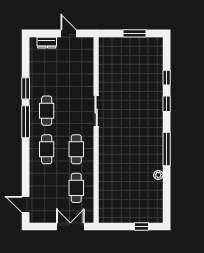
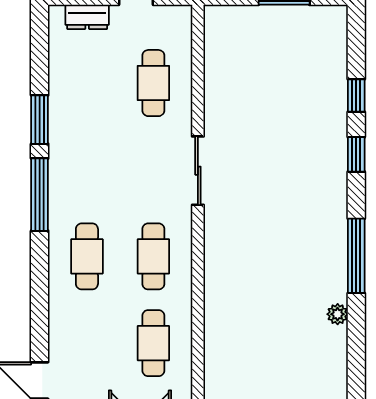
cafe table: (47, 111) -> (153, 83), moved

